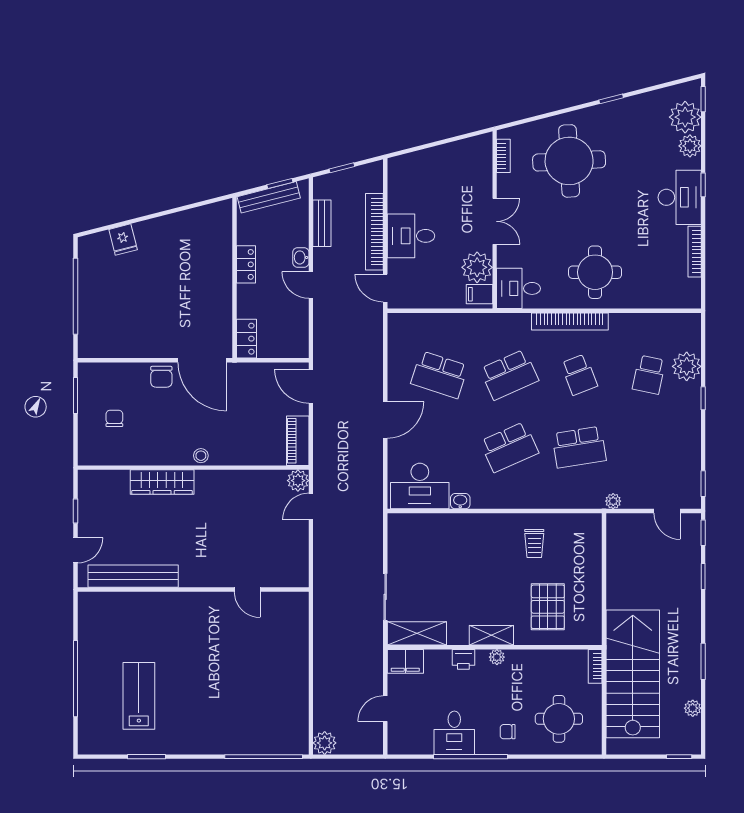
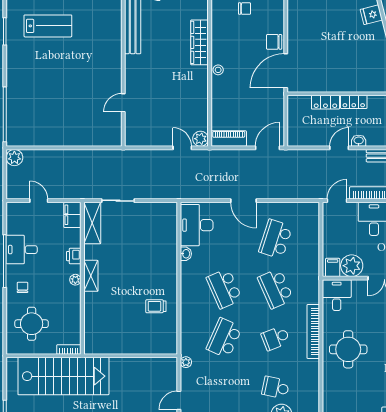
locker: (246, 339) -> (325, 102), moved
school desk: (579, 447) -> (224, 338), turned 33
pallet: (548, 607) -> (111, 316), removed

